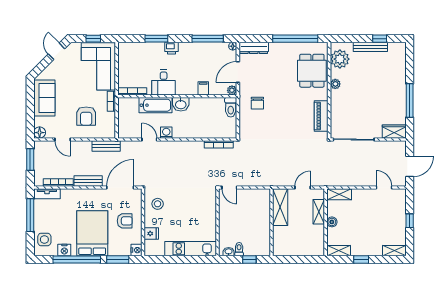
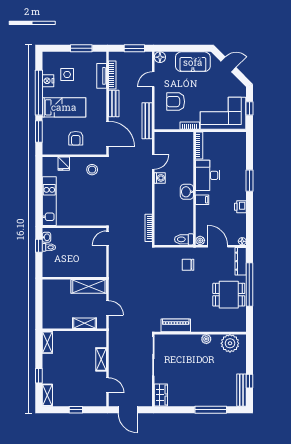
window: (156, 39) -> (249, 181), moved
window: (208, 39) -> (249, 217), removed
window: (295, 39) -> (249, 285), moved
bench: (370, 47) -> (241, 390), moved
printer: (171, 48) -> (240, 207), moved
door: (56, 51) -> (228, 64), moved
dining table: (312, 71) -> (229, 295), moved
desk: (164, 83) -> (208, 175), width x1.37
filing cabinet: (203, 88) -> (202, 200), moved
window: (410, 101) -> (211, 410), moved
bathtub: (155, 105) -> (186, 168), removed
bench: (106, 146) -> (147, 121), width x1.36
door: (384, 188) -> (108, 385), hinge flipped
tv unit: (47, 194) -> (102, 76), moved
shelving: (339, 194) -> (101, 359), moved
window: (30, 215) -> (81, 48), width x0.69
boiler: (332, 222) -> (75, 336), removed
bed: (92, 233) -> (64, 107), width x0.67
side table: (44, 239) -> (67, 74), moved
nightstand: (136, 250) -> (48, 150), removed
window: (249, 260) -> (39, 246), moved
window: (361, 260) -> (39, 376), moved

